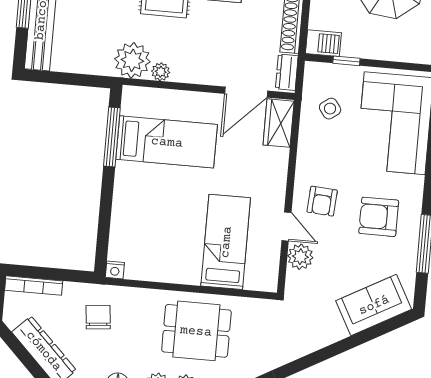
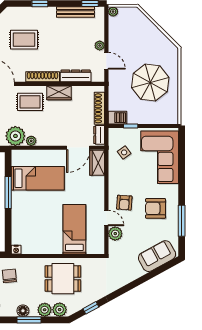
window: (112, 137) -> (8, 192), moved

